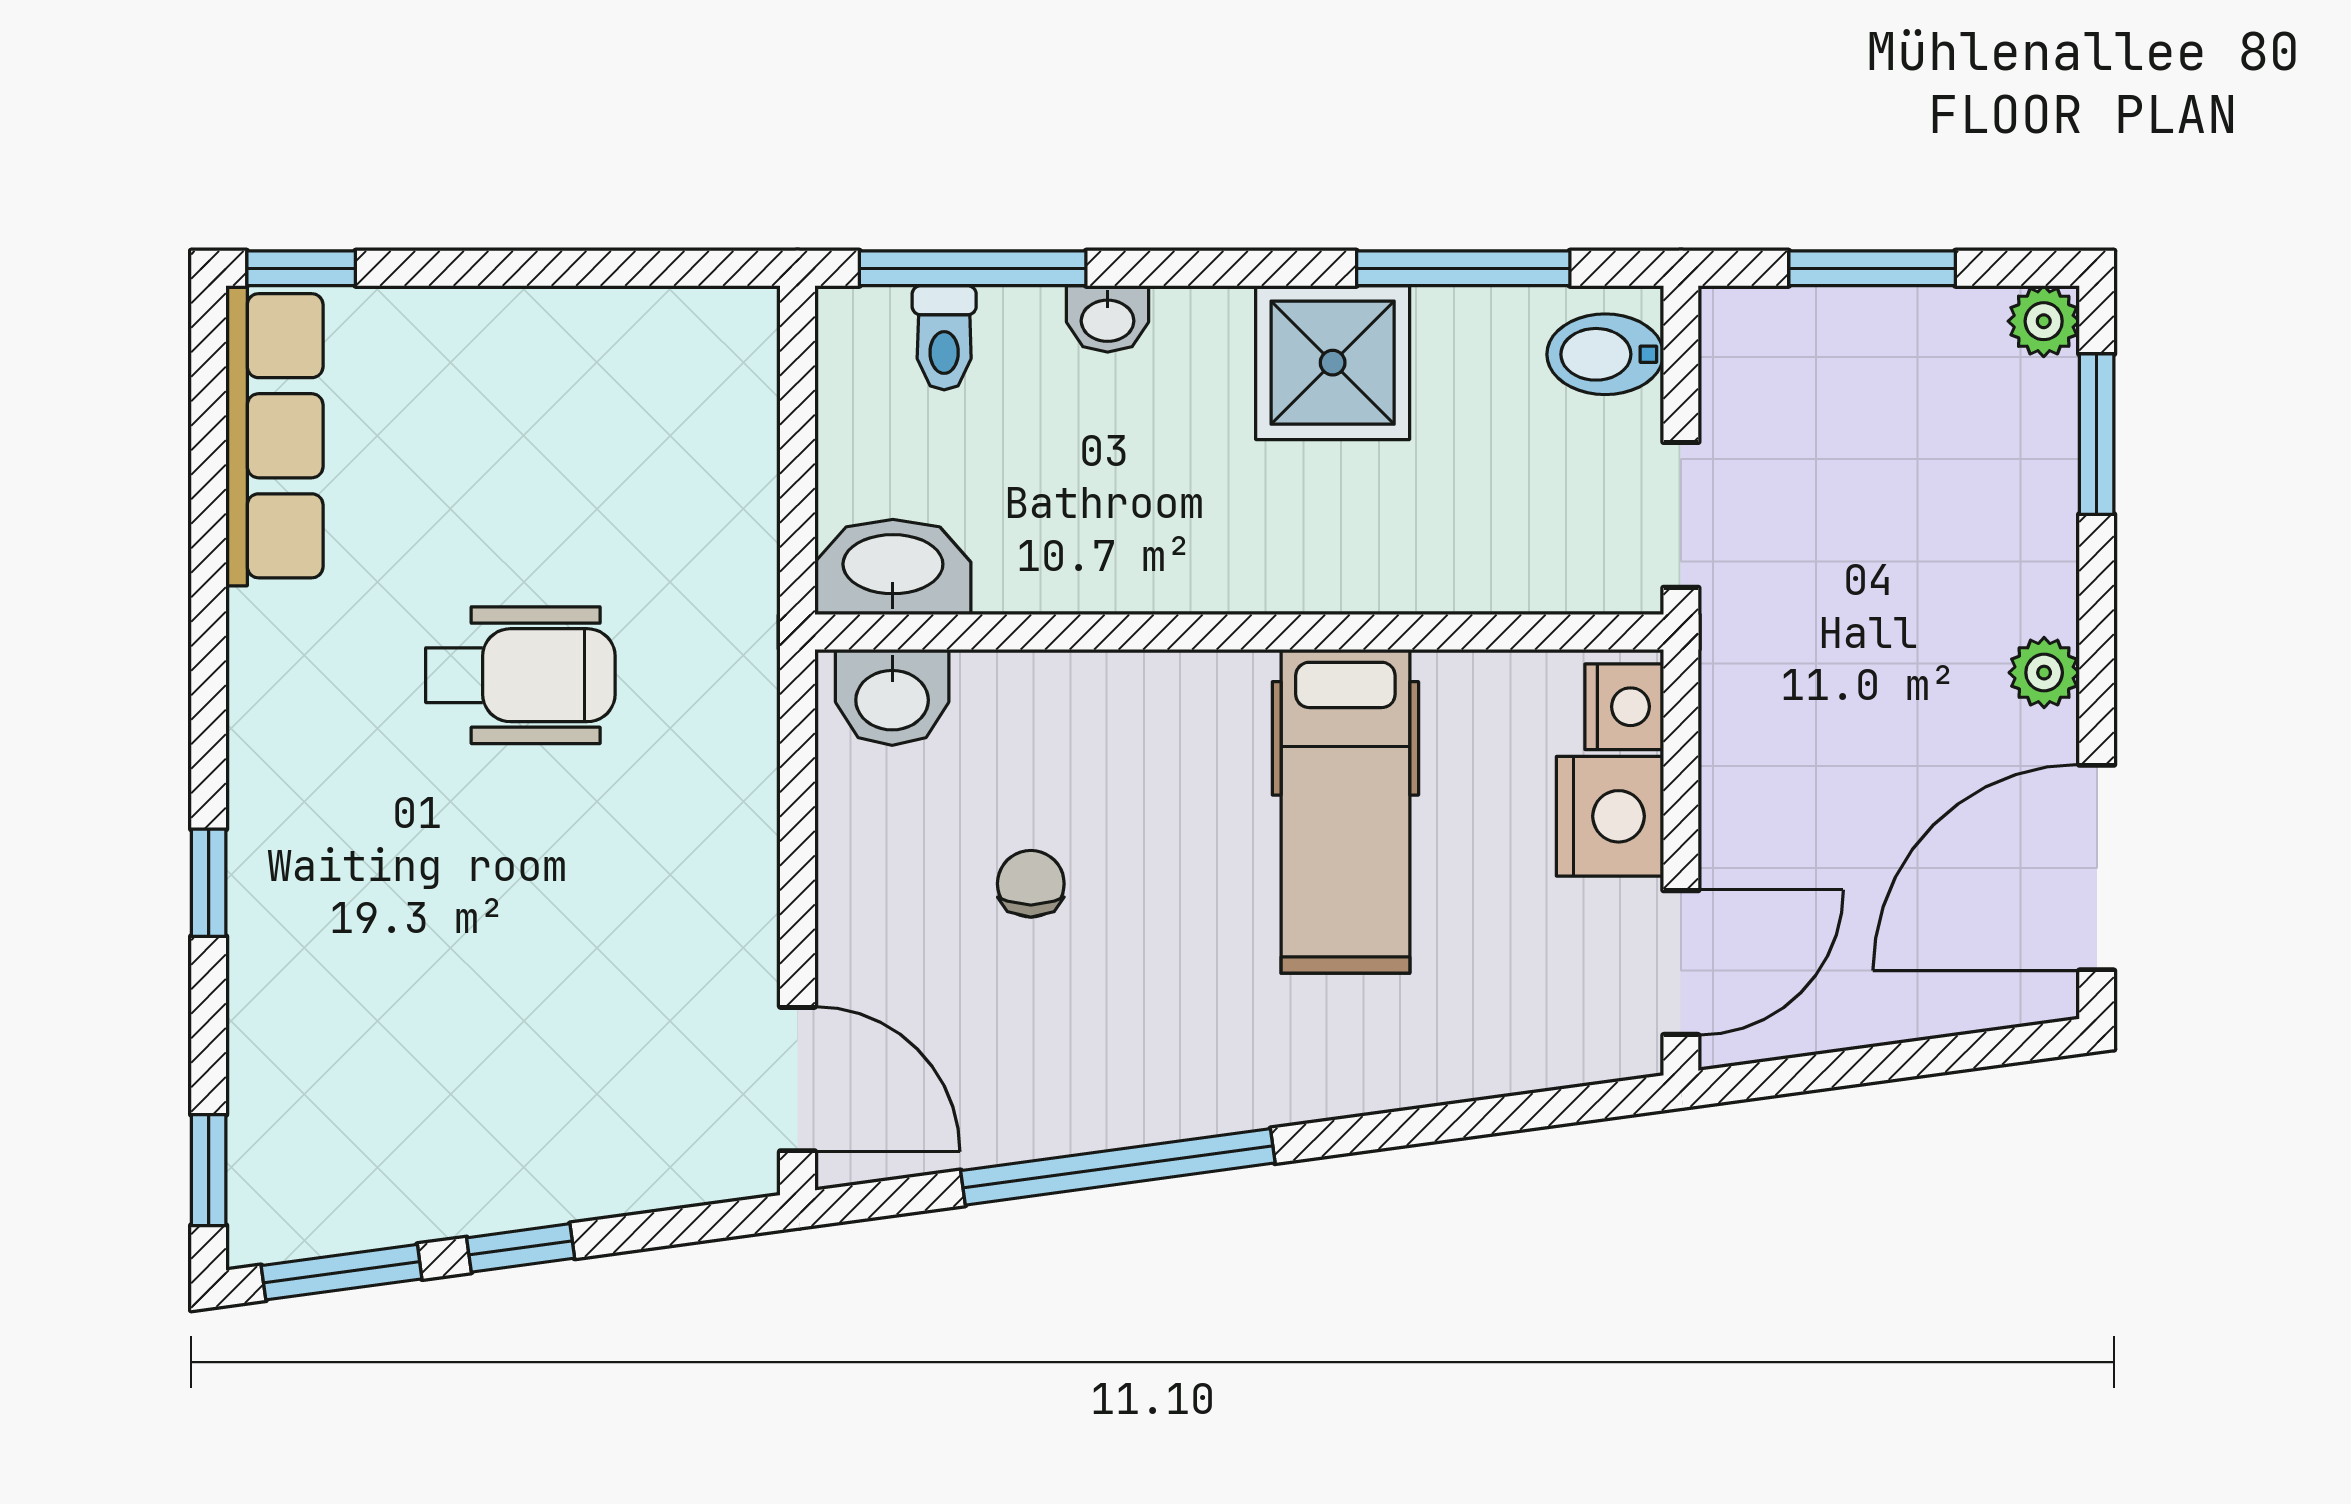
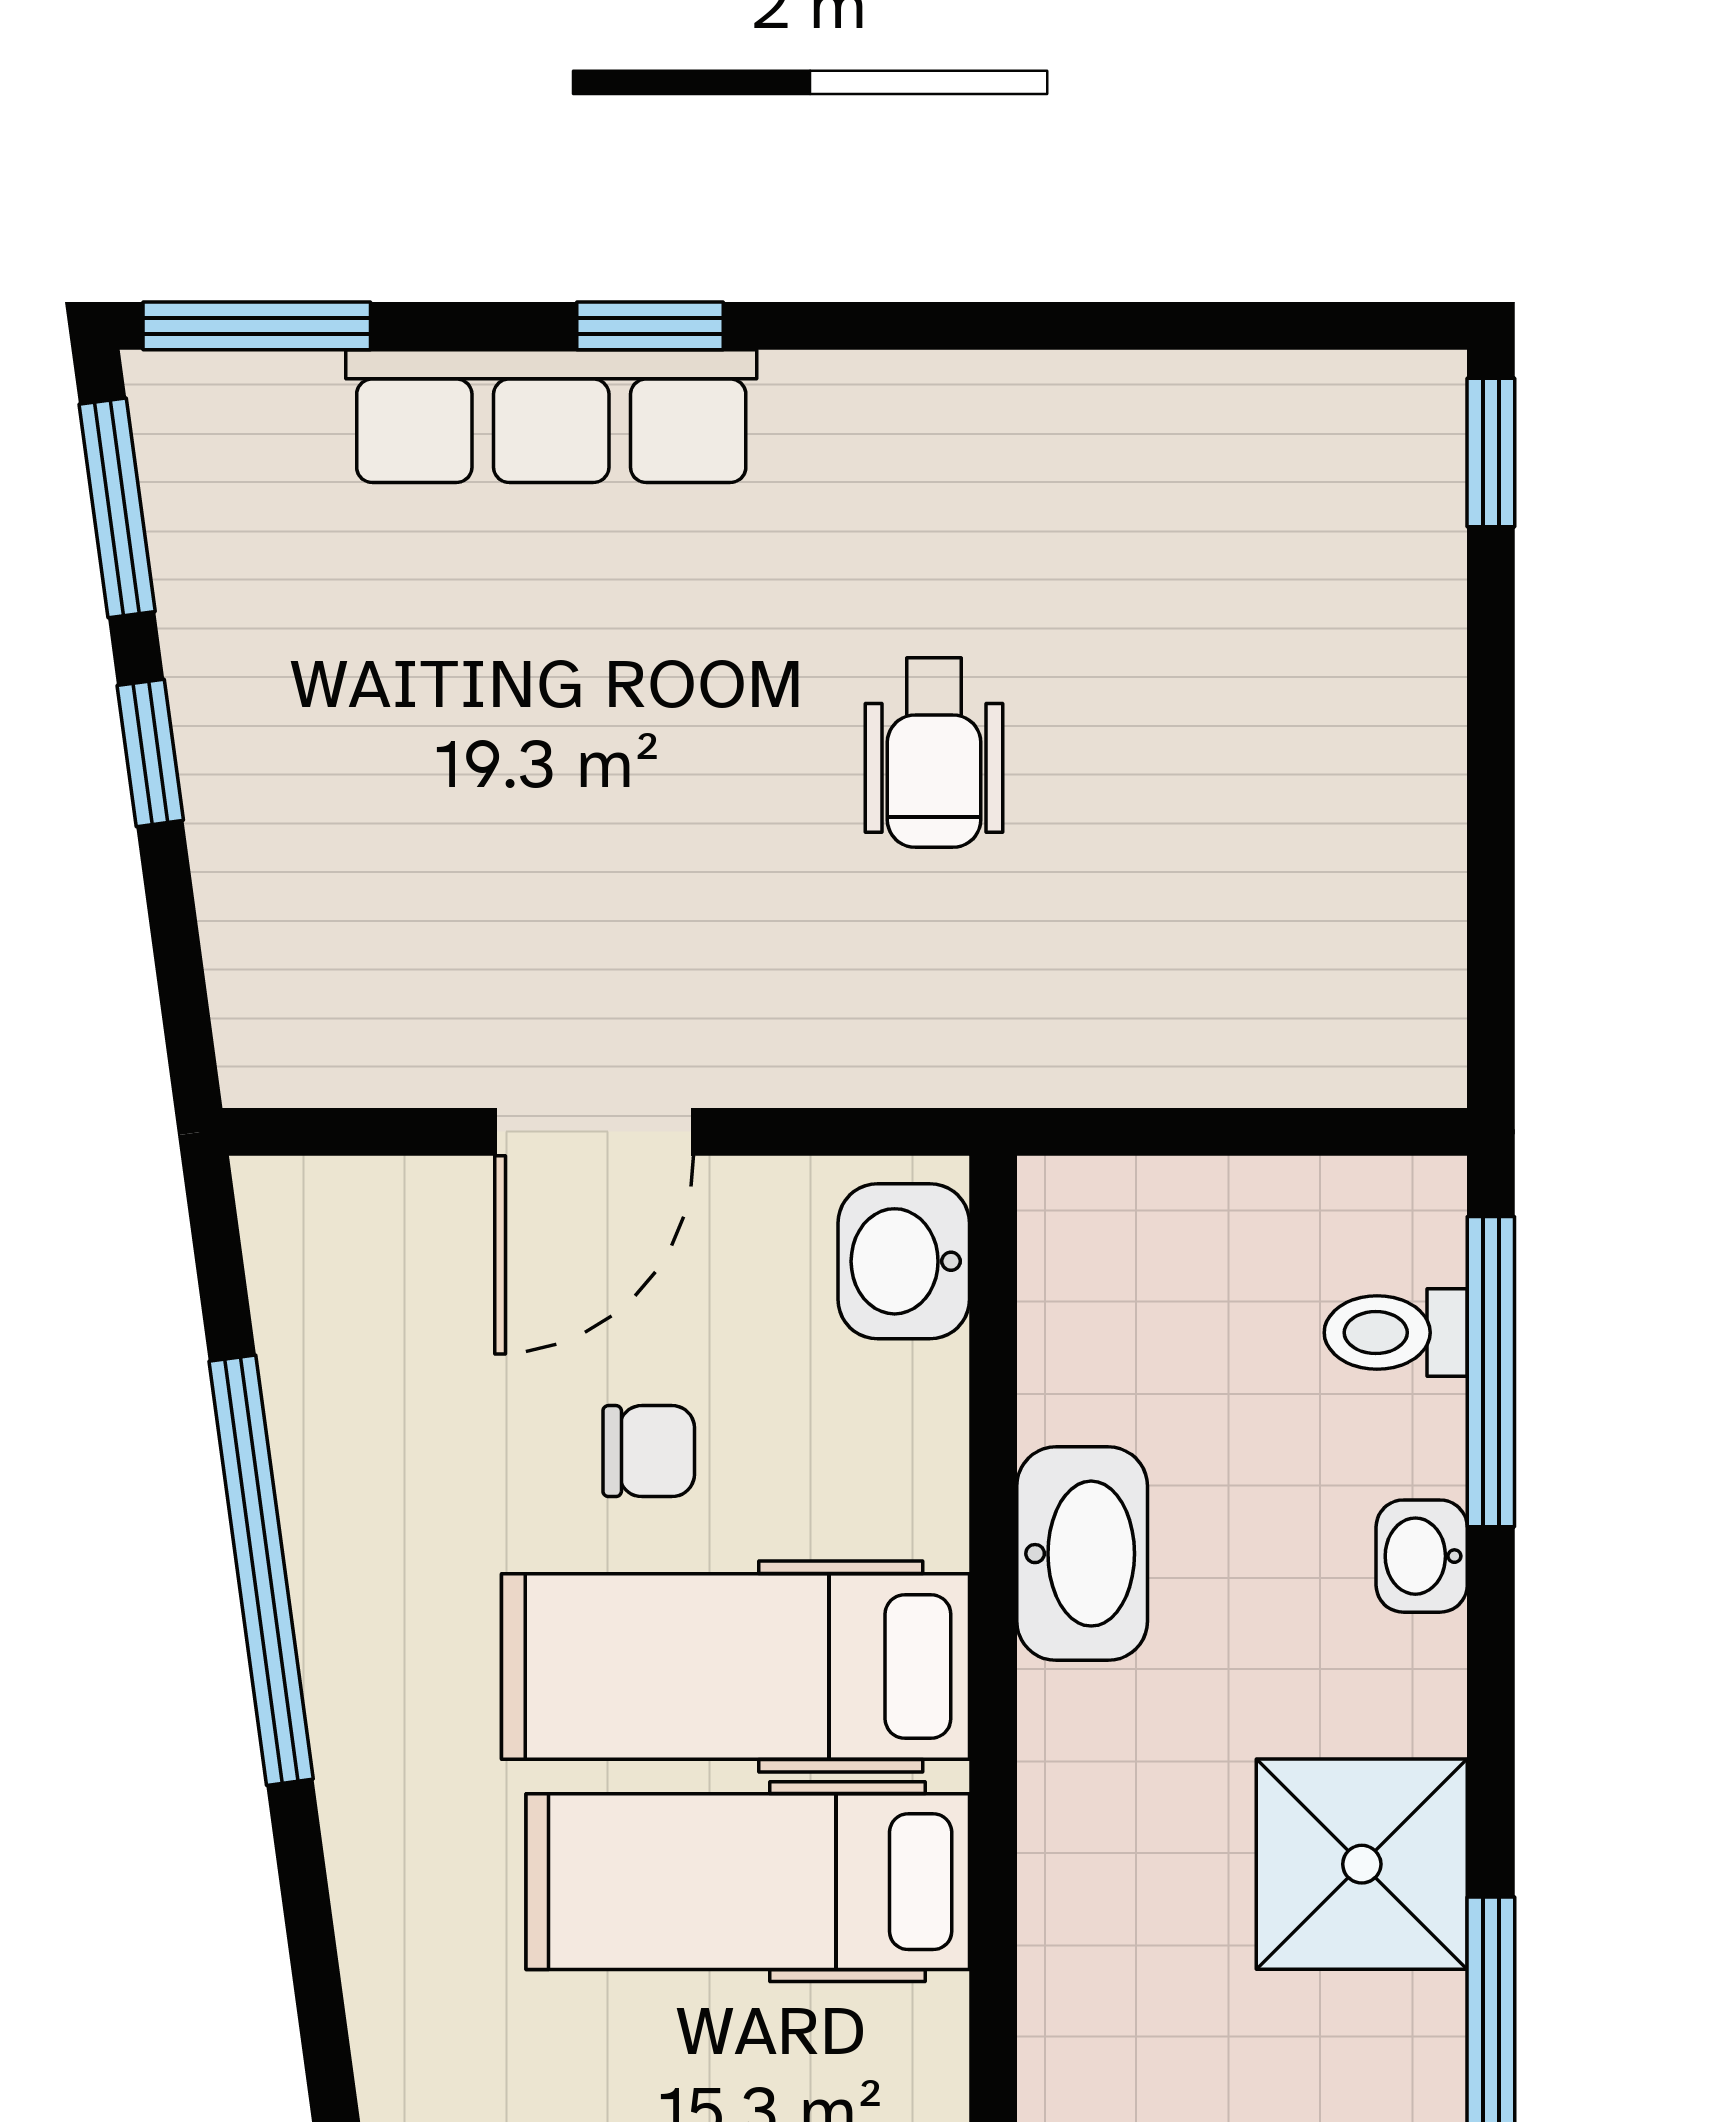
row of seats: (274, 436) -> (551, 416), moved
washbasin: (893, 567) -> (1082, 1554), moved
wheelchair: (520, 675) -> (934, 753), width x0.73, depth x0.73
hospital bed: (1188, 820) -> (735, 1666), added
door: (798, 1079) -> (594, 1132), moved
window: (209, 1170) -> (257, 326), width x1.50

